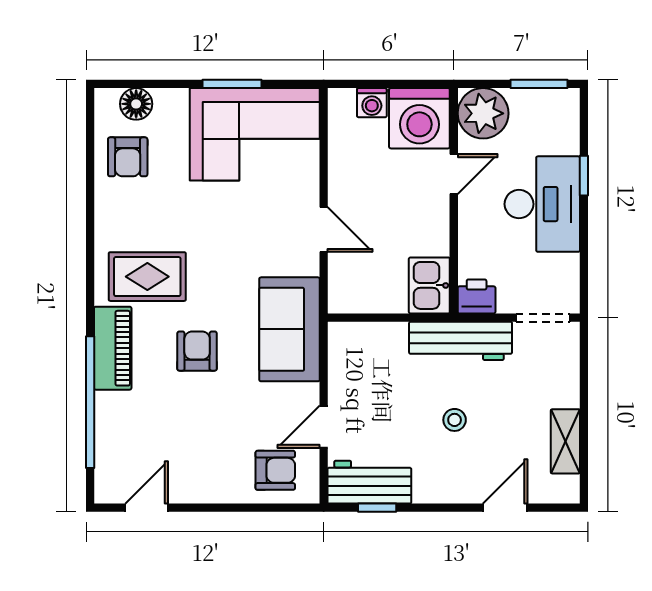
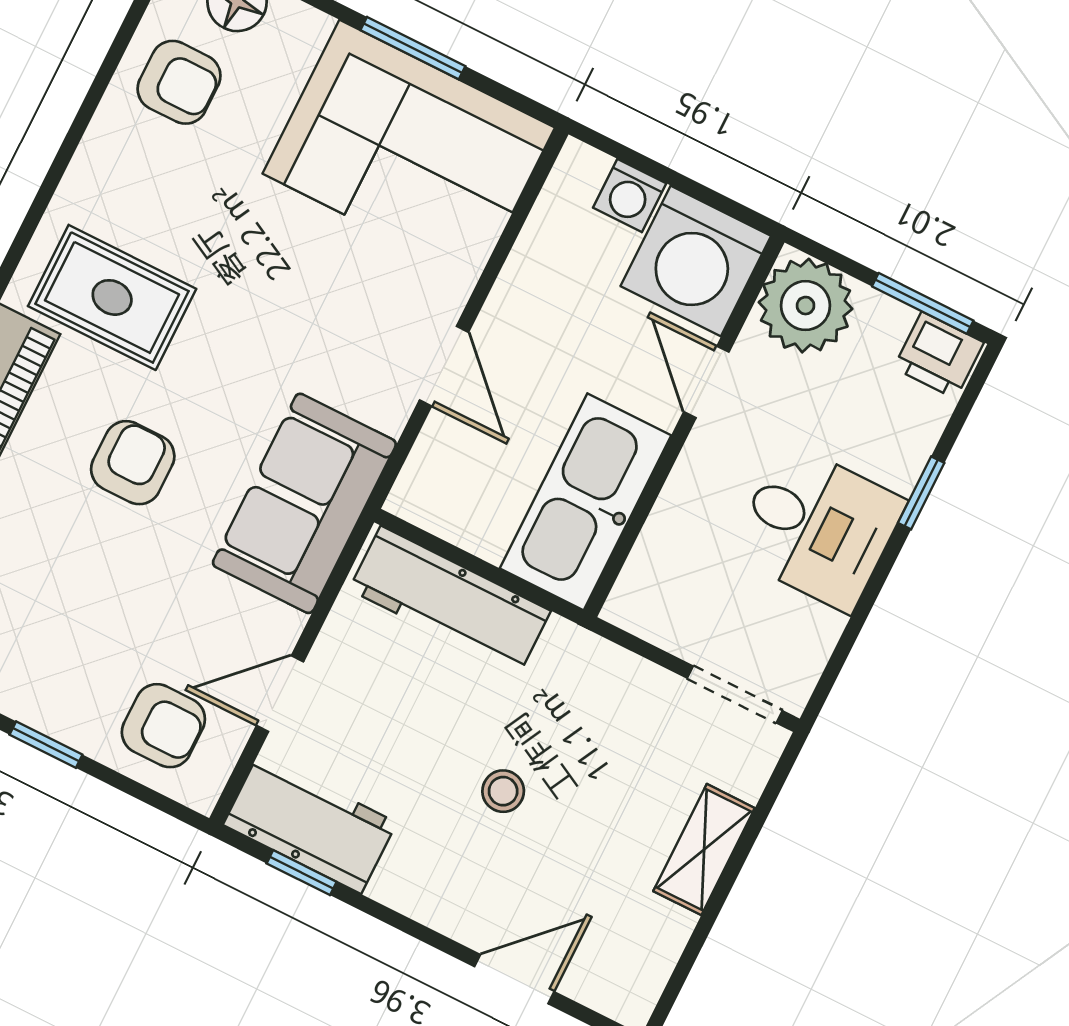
armchair: (128, 157) -> (179, 82), turned -90
door: (454, 174) -> (706, 382), swing flipped
desk: (542, 204) -> (818, 527), width x0.73
kitchen sink: (429, 285) -> (585, 502), width x1.88, depth x1.24
printer: (477, 296) -> (939, 355), moved, turned 180
workbench: (461, 341) -> (450, 600), moved
shelving: (565, 441) -> (704, 850), moved
window: (223, 508) -> (46, 745), added

